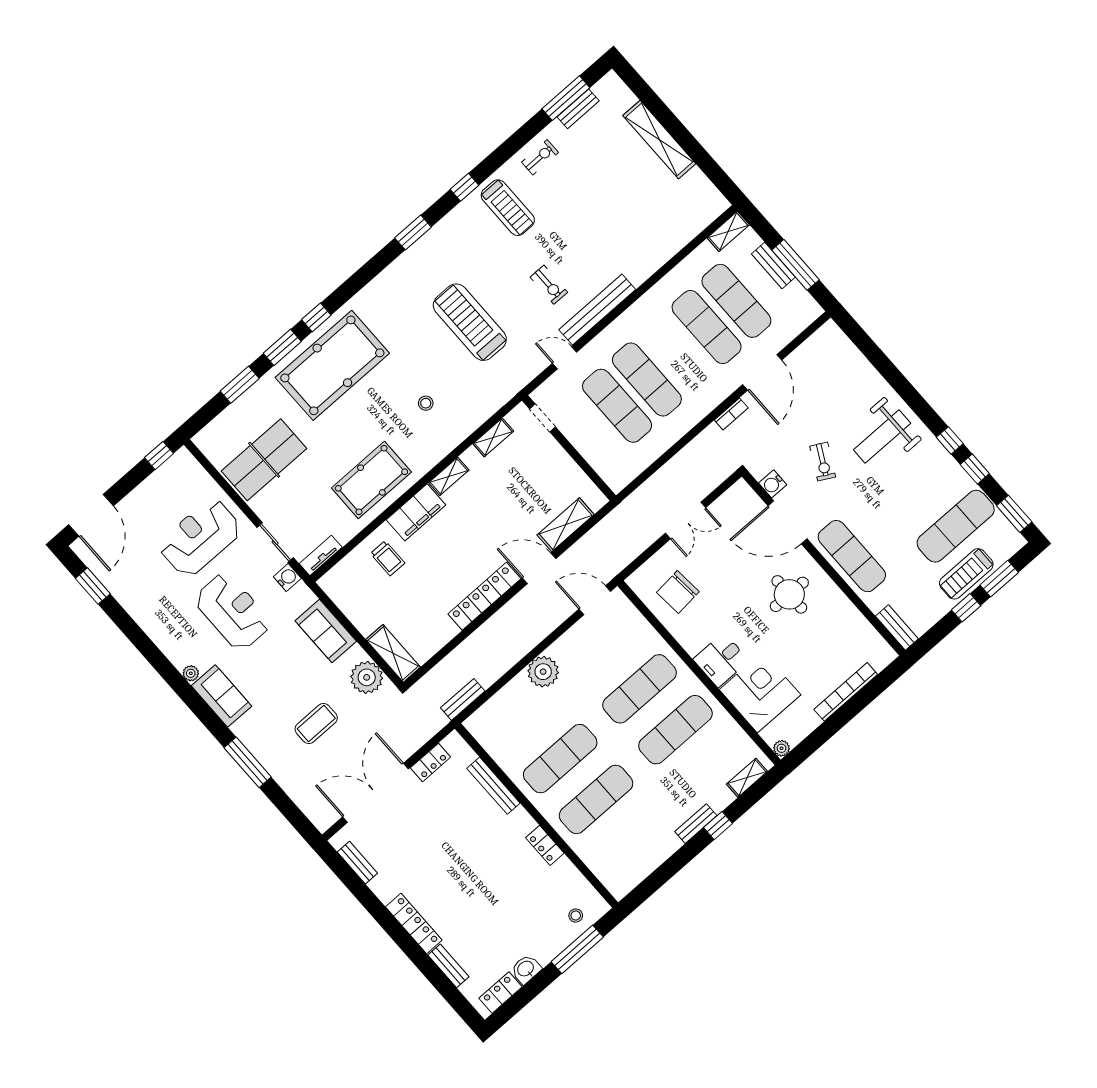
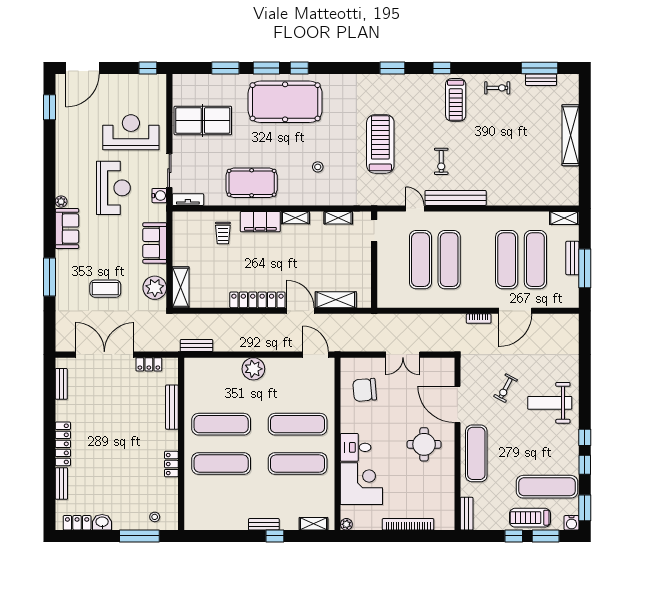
water cooler: (773, 484) -> (572, 523), moved, turned -90

